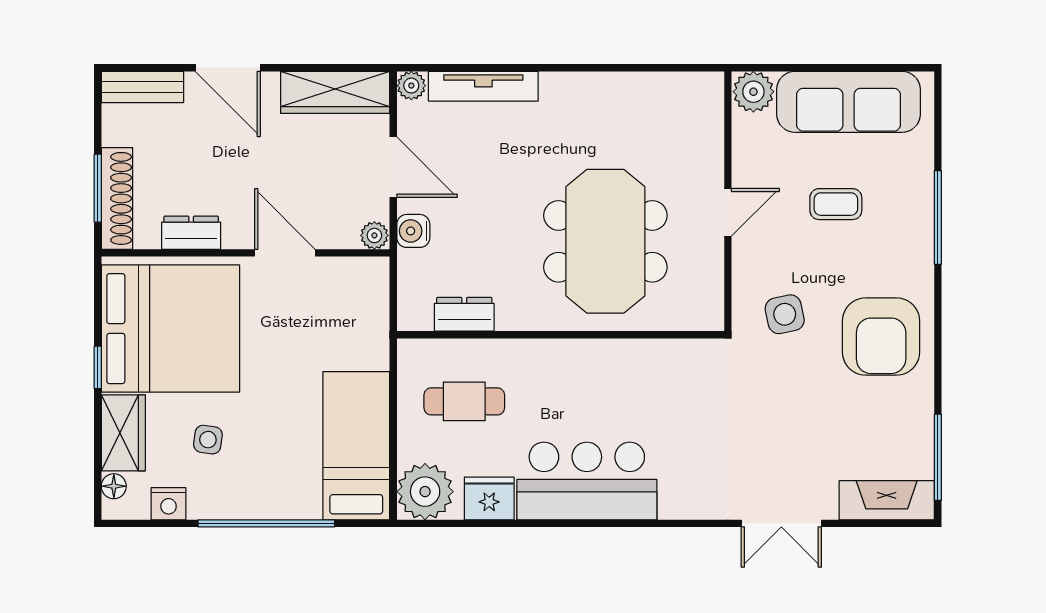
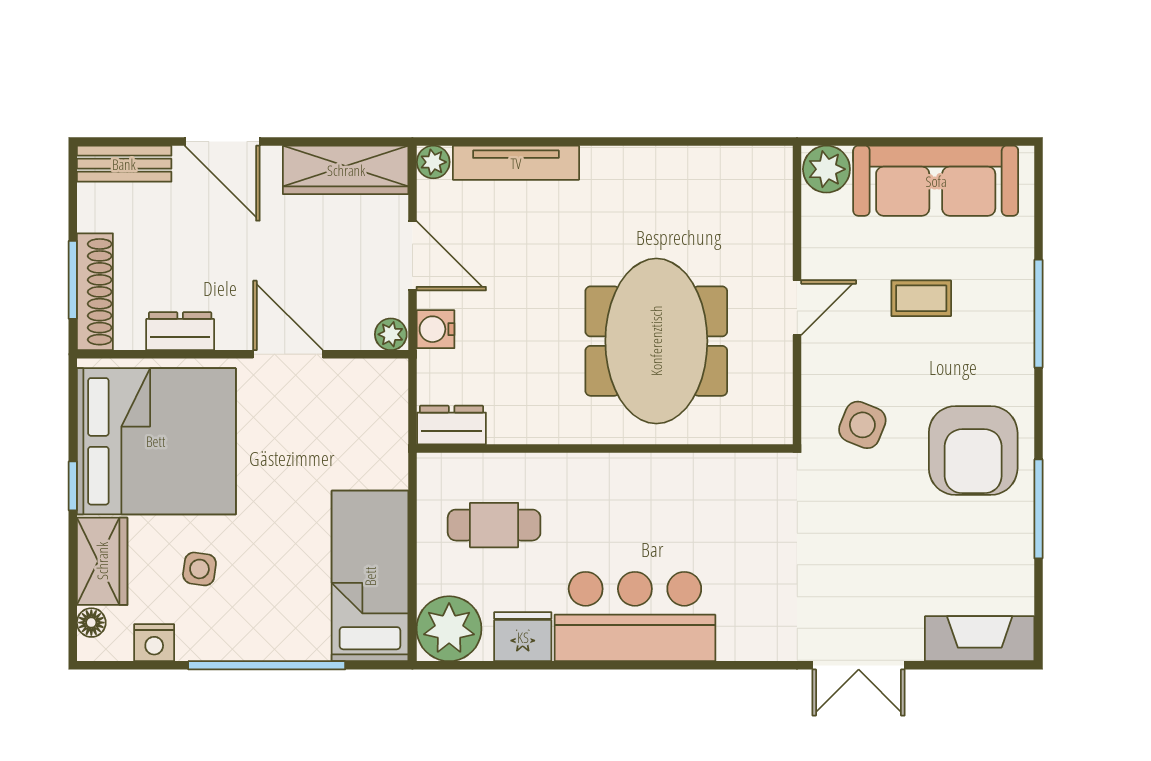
dresser: (464, 314) -> (452, 425), moved
side table: (785, 314) -> (862, 425), turned 34
window: (938, 457) -> (1038, 509), moved

